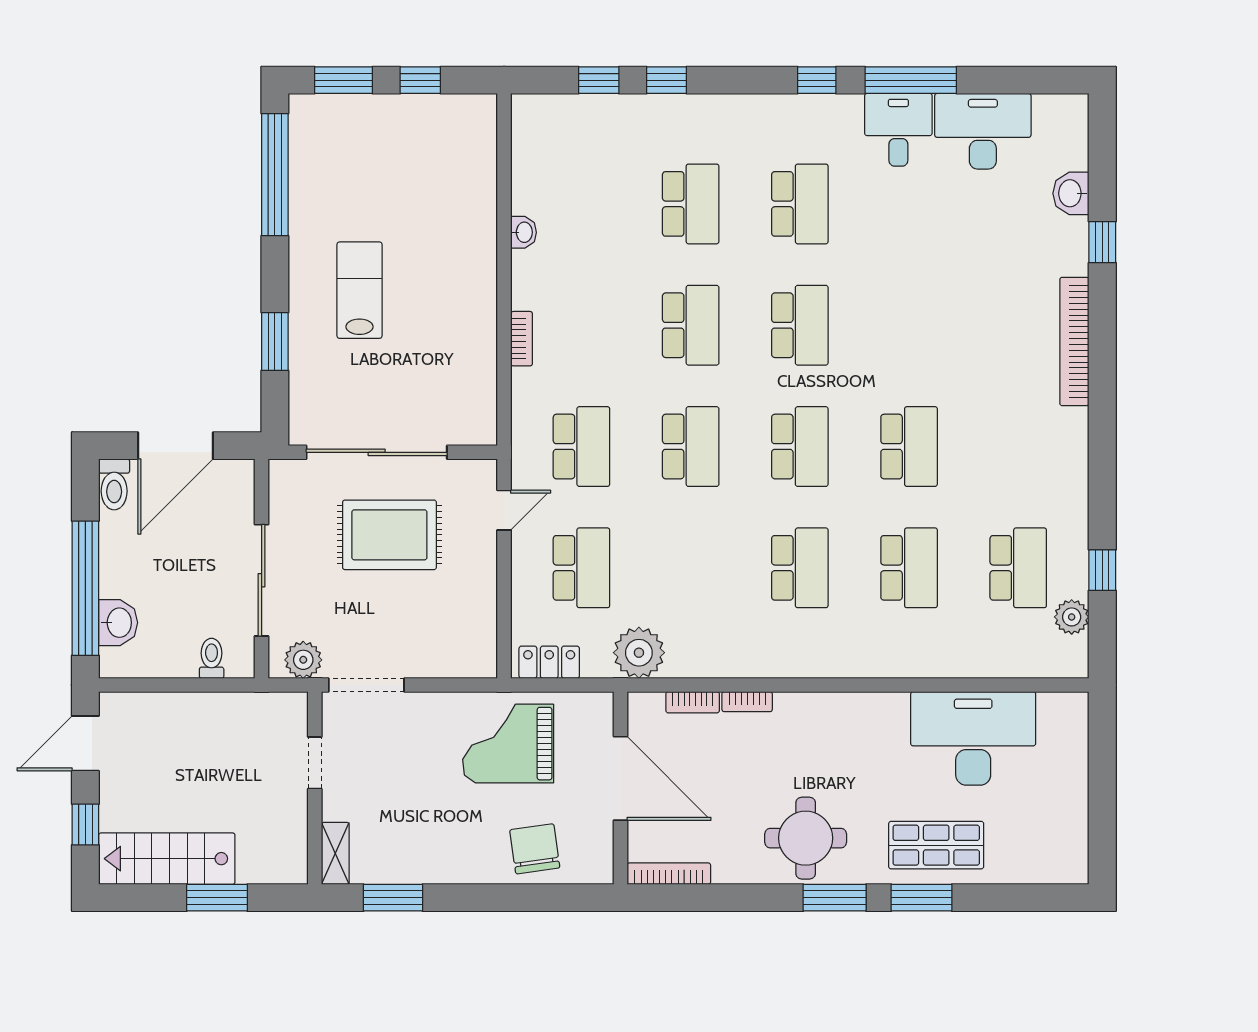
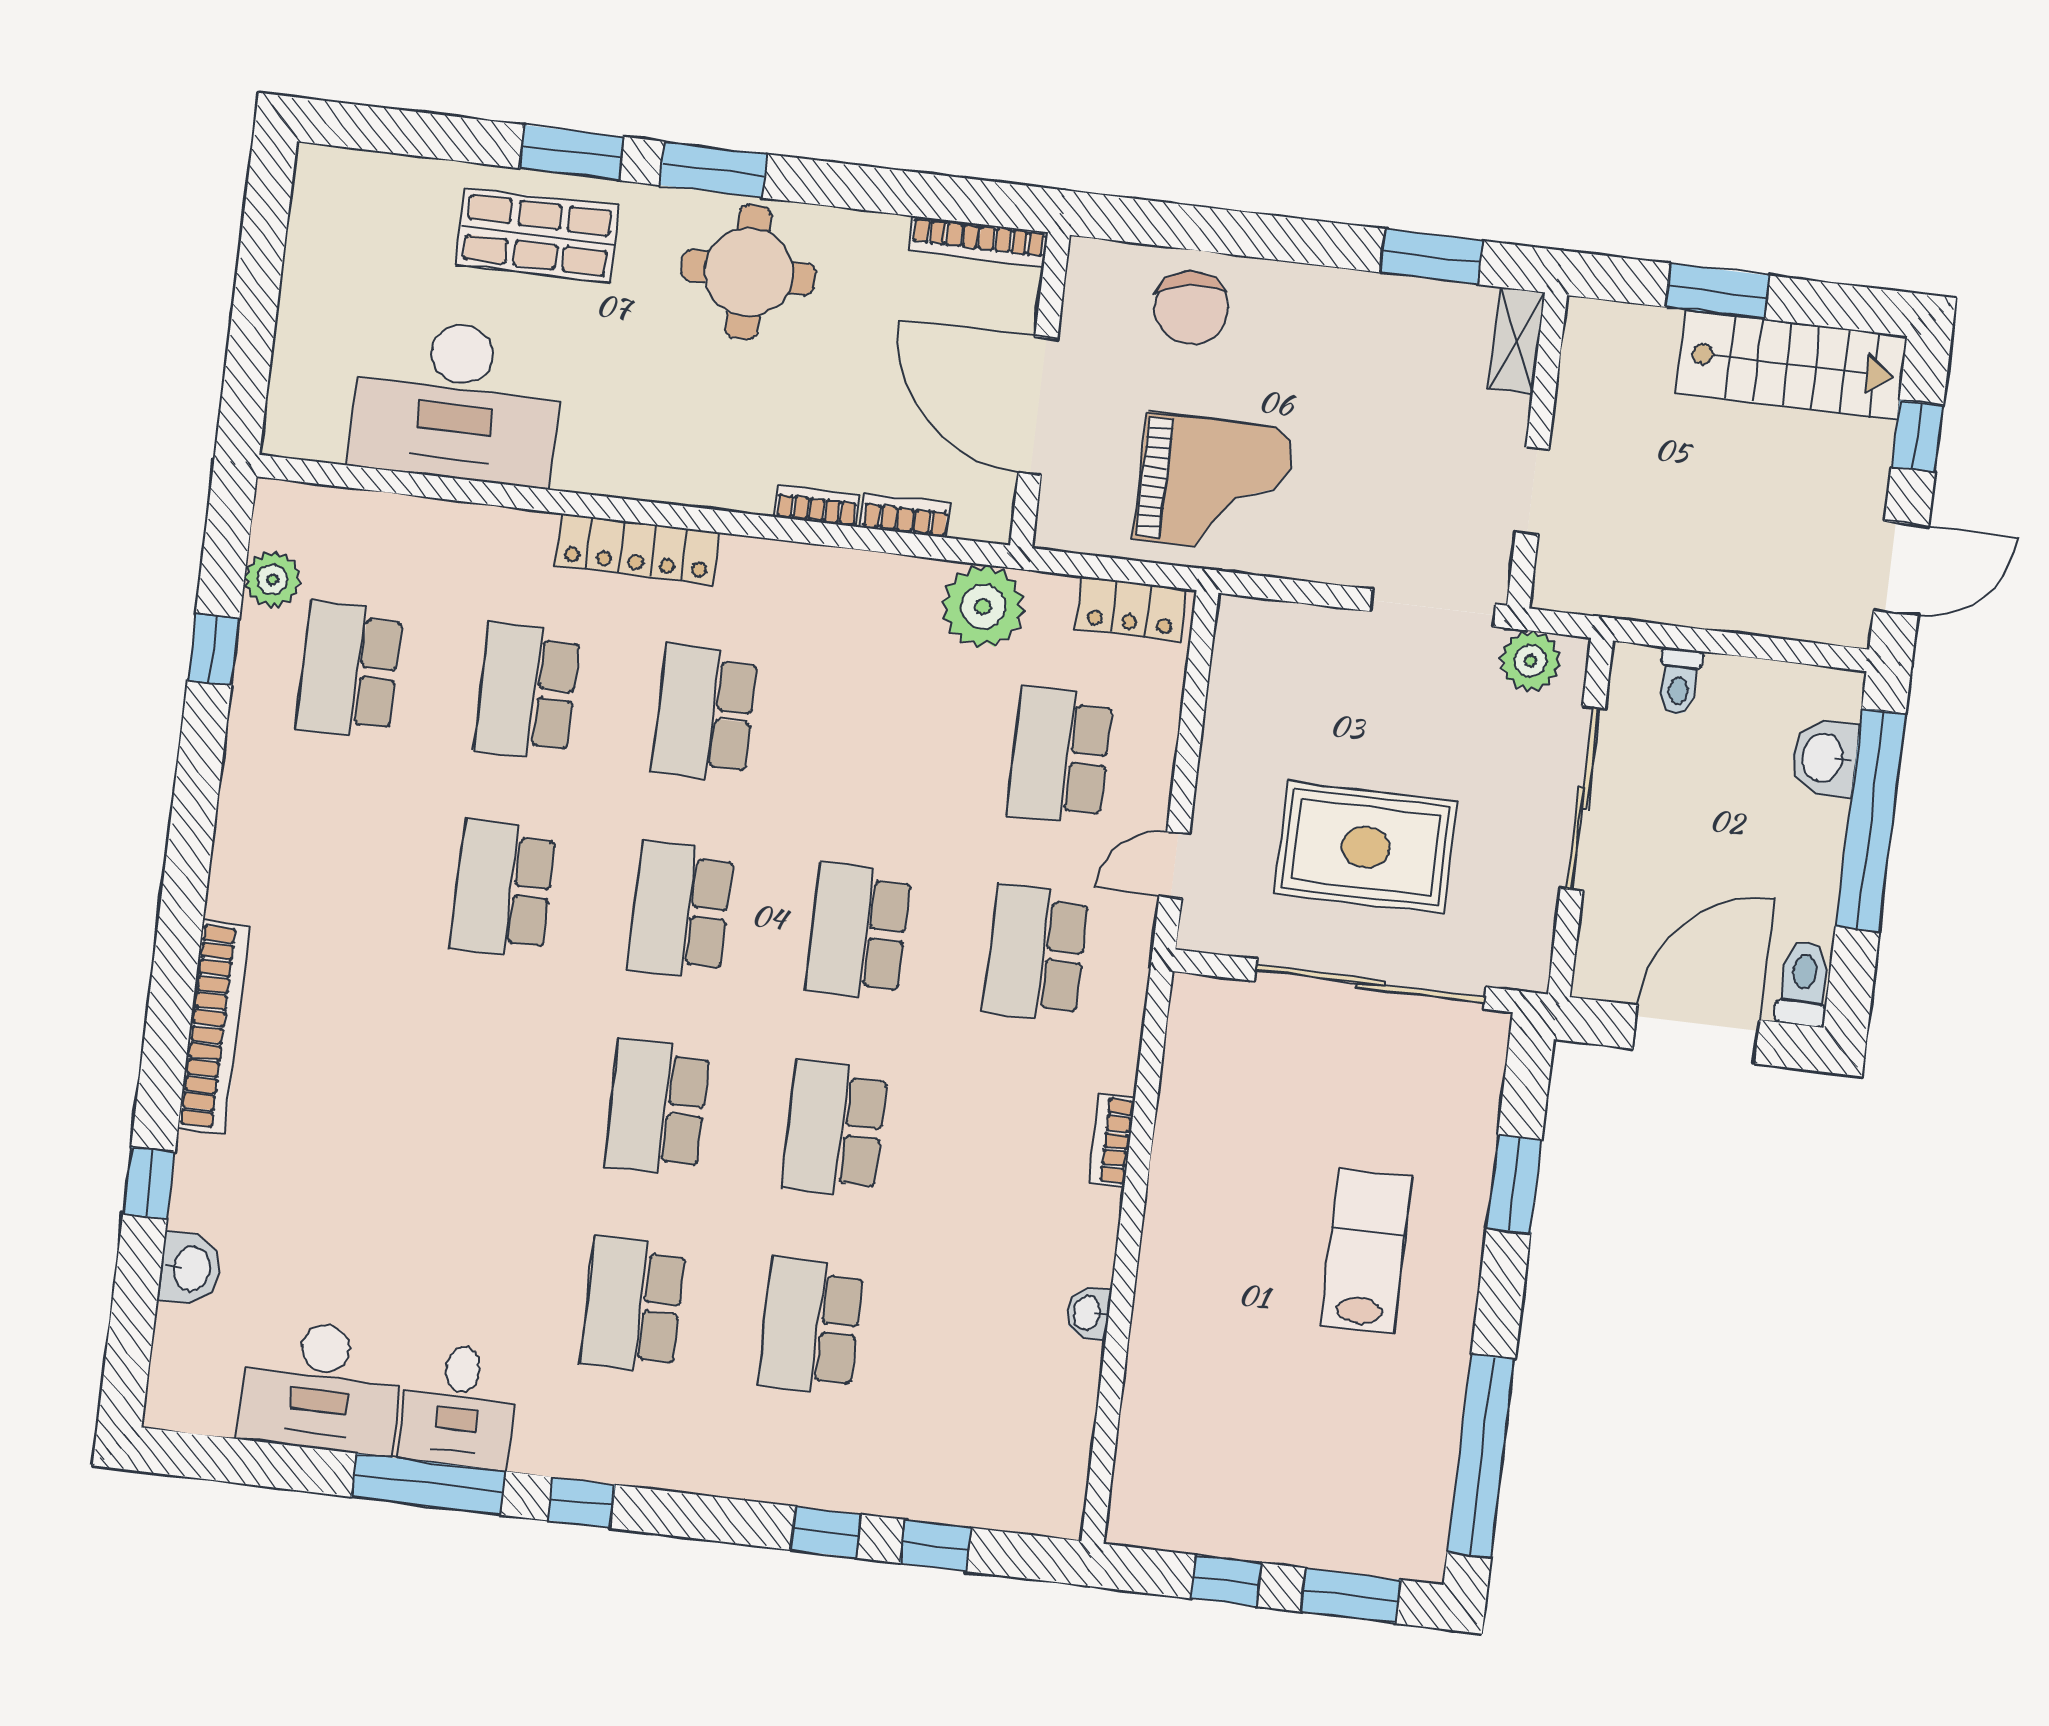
lab bench: (359, 290) -> (1366, 1251), turned 180
locker: (853, 662) -> (637, 549), added

